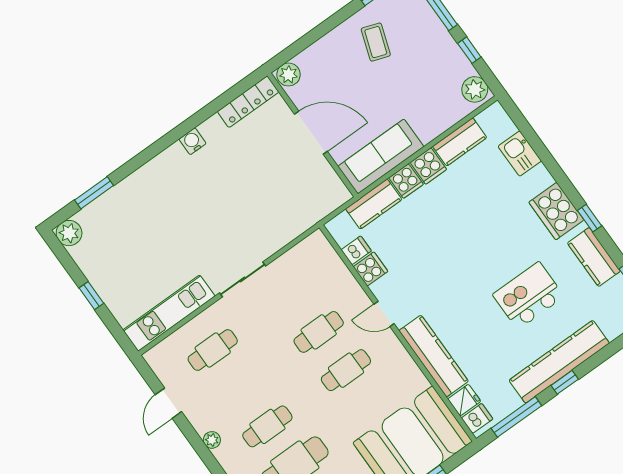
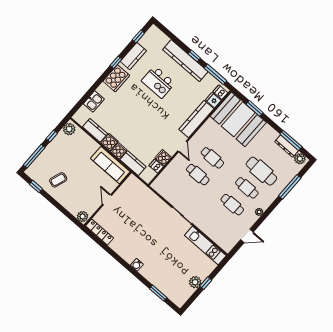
door: (311, 133) -> (107, 200), width x0.53
water cooler: (192, 141) -> (137, 265), moved
plant: (69, 233) -> (195, 282), moved
cafe table: (213, 350) -> (232, 205), moved

